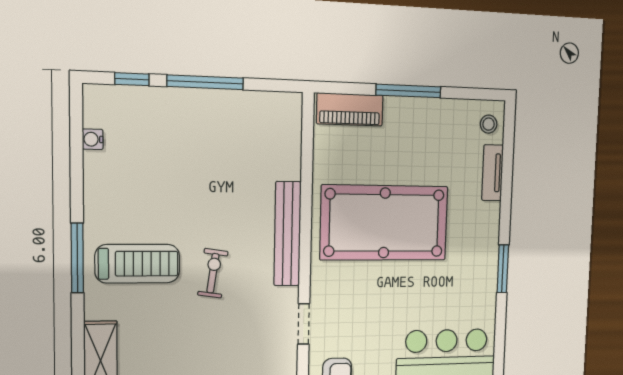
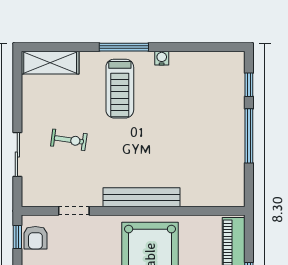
water cooler: (93, 139) -> (162, 58), moved
exercise bike: (213, 273) -> (69, 140), moved

